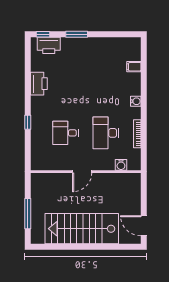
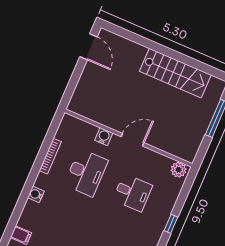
plant: (39, 164) -> (179, 170), added
water cooler: (121, 165) -> (104, 137), moved
stairs: (82, 229) -> (175, 73), width x0.73, depth x0.66

